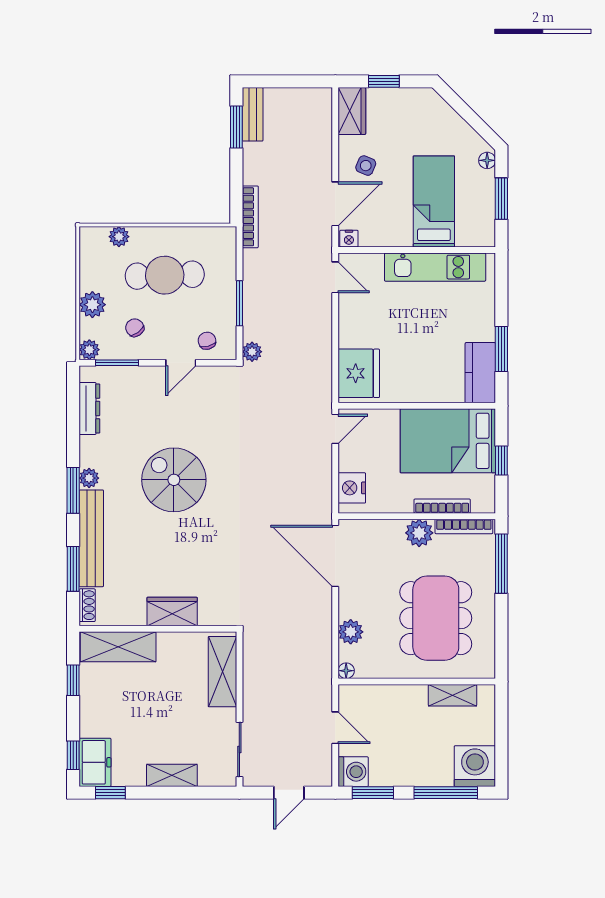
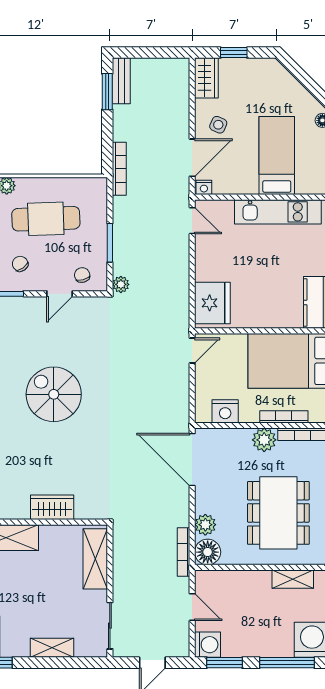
nightstand: (352, 488) -> (225, 411), moved, turned -90
bookcase: (325, 664) -> (183, 552), added
floor lamp: (346, 671) -> (208, 552), width x1.89, depth x1.89

